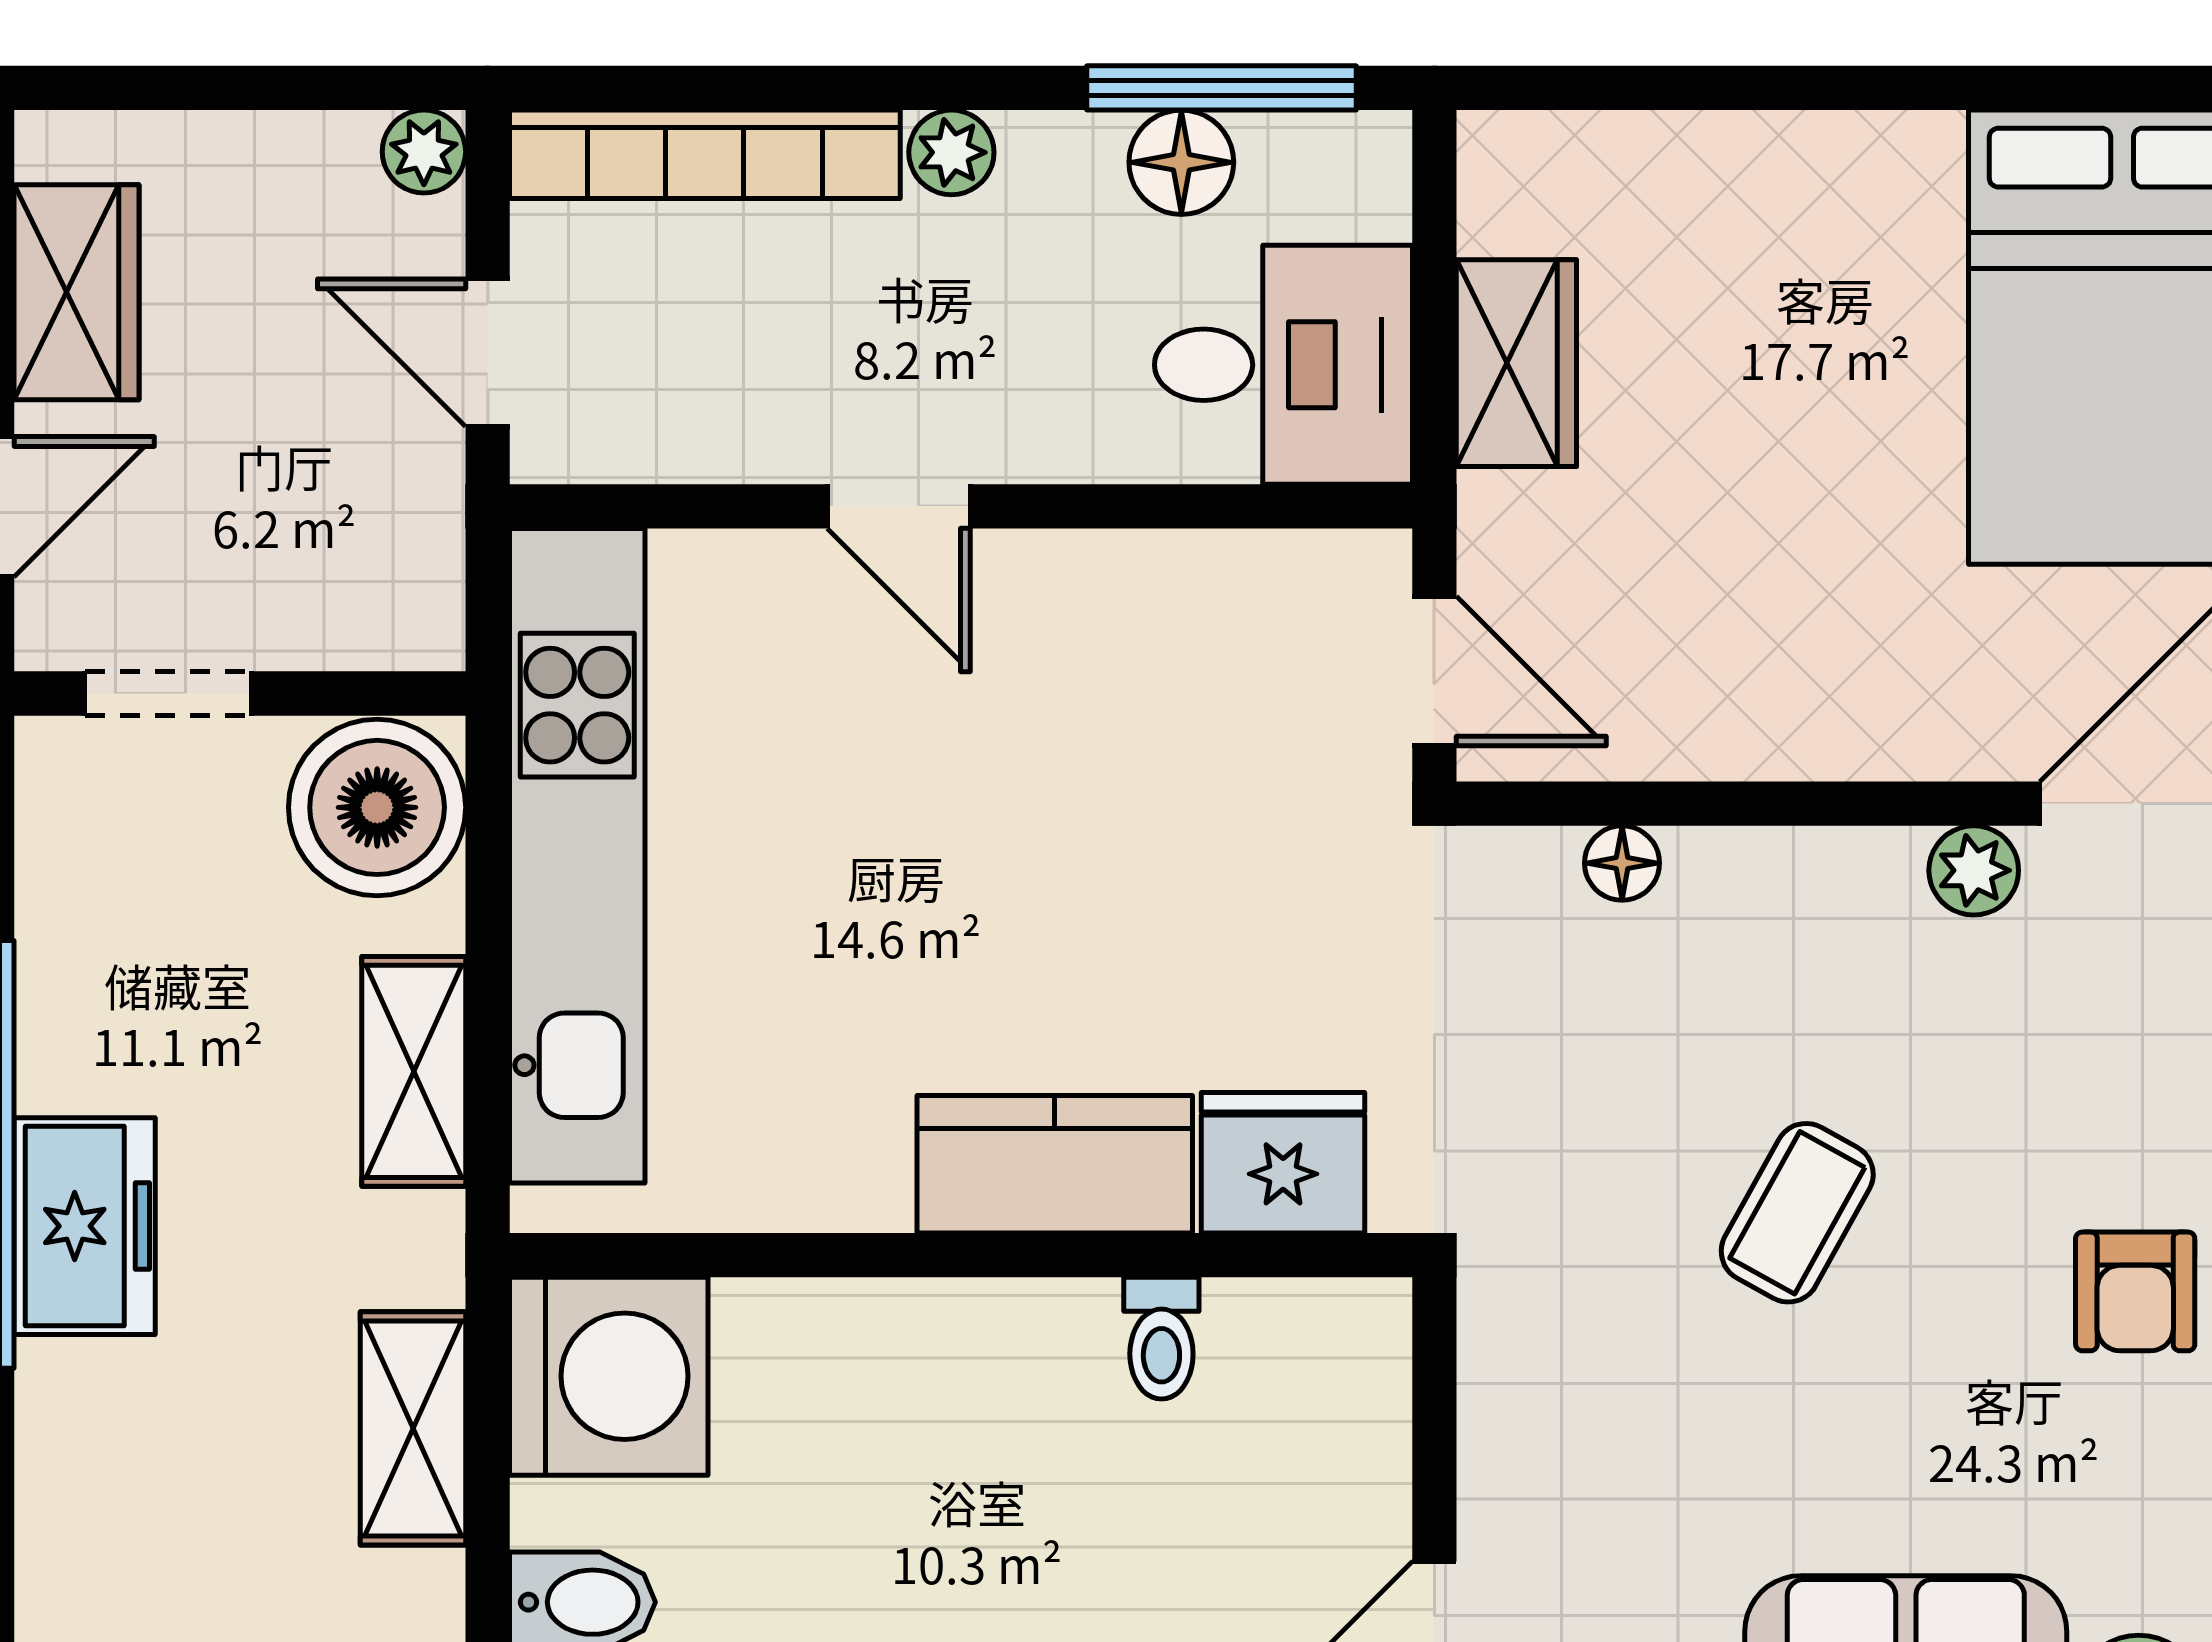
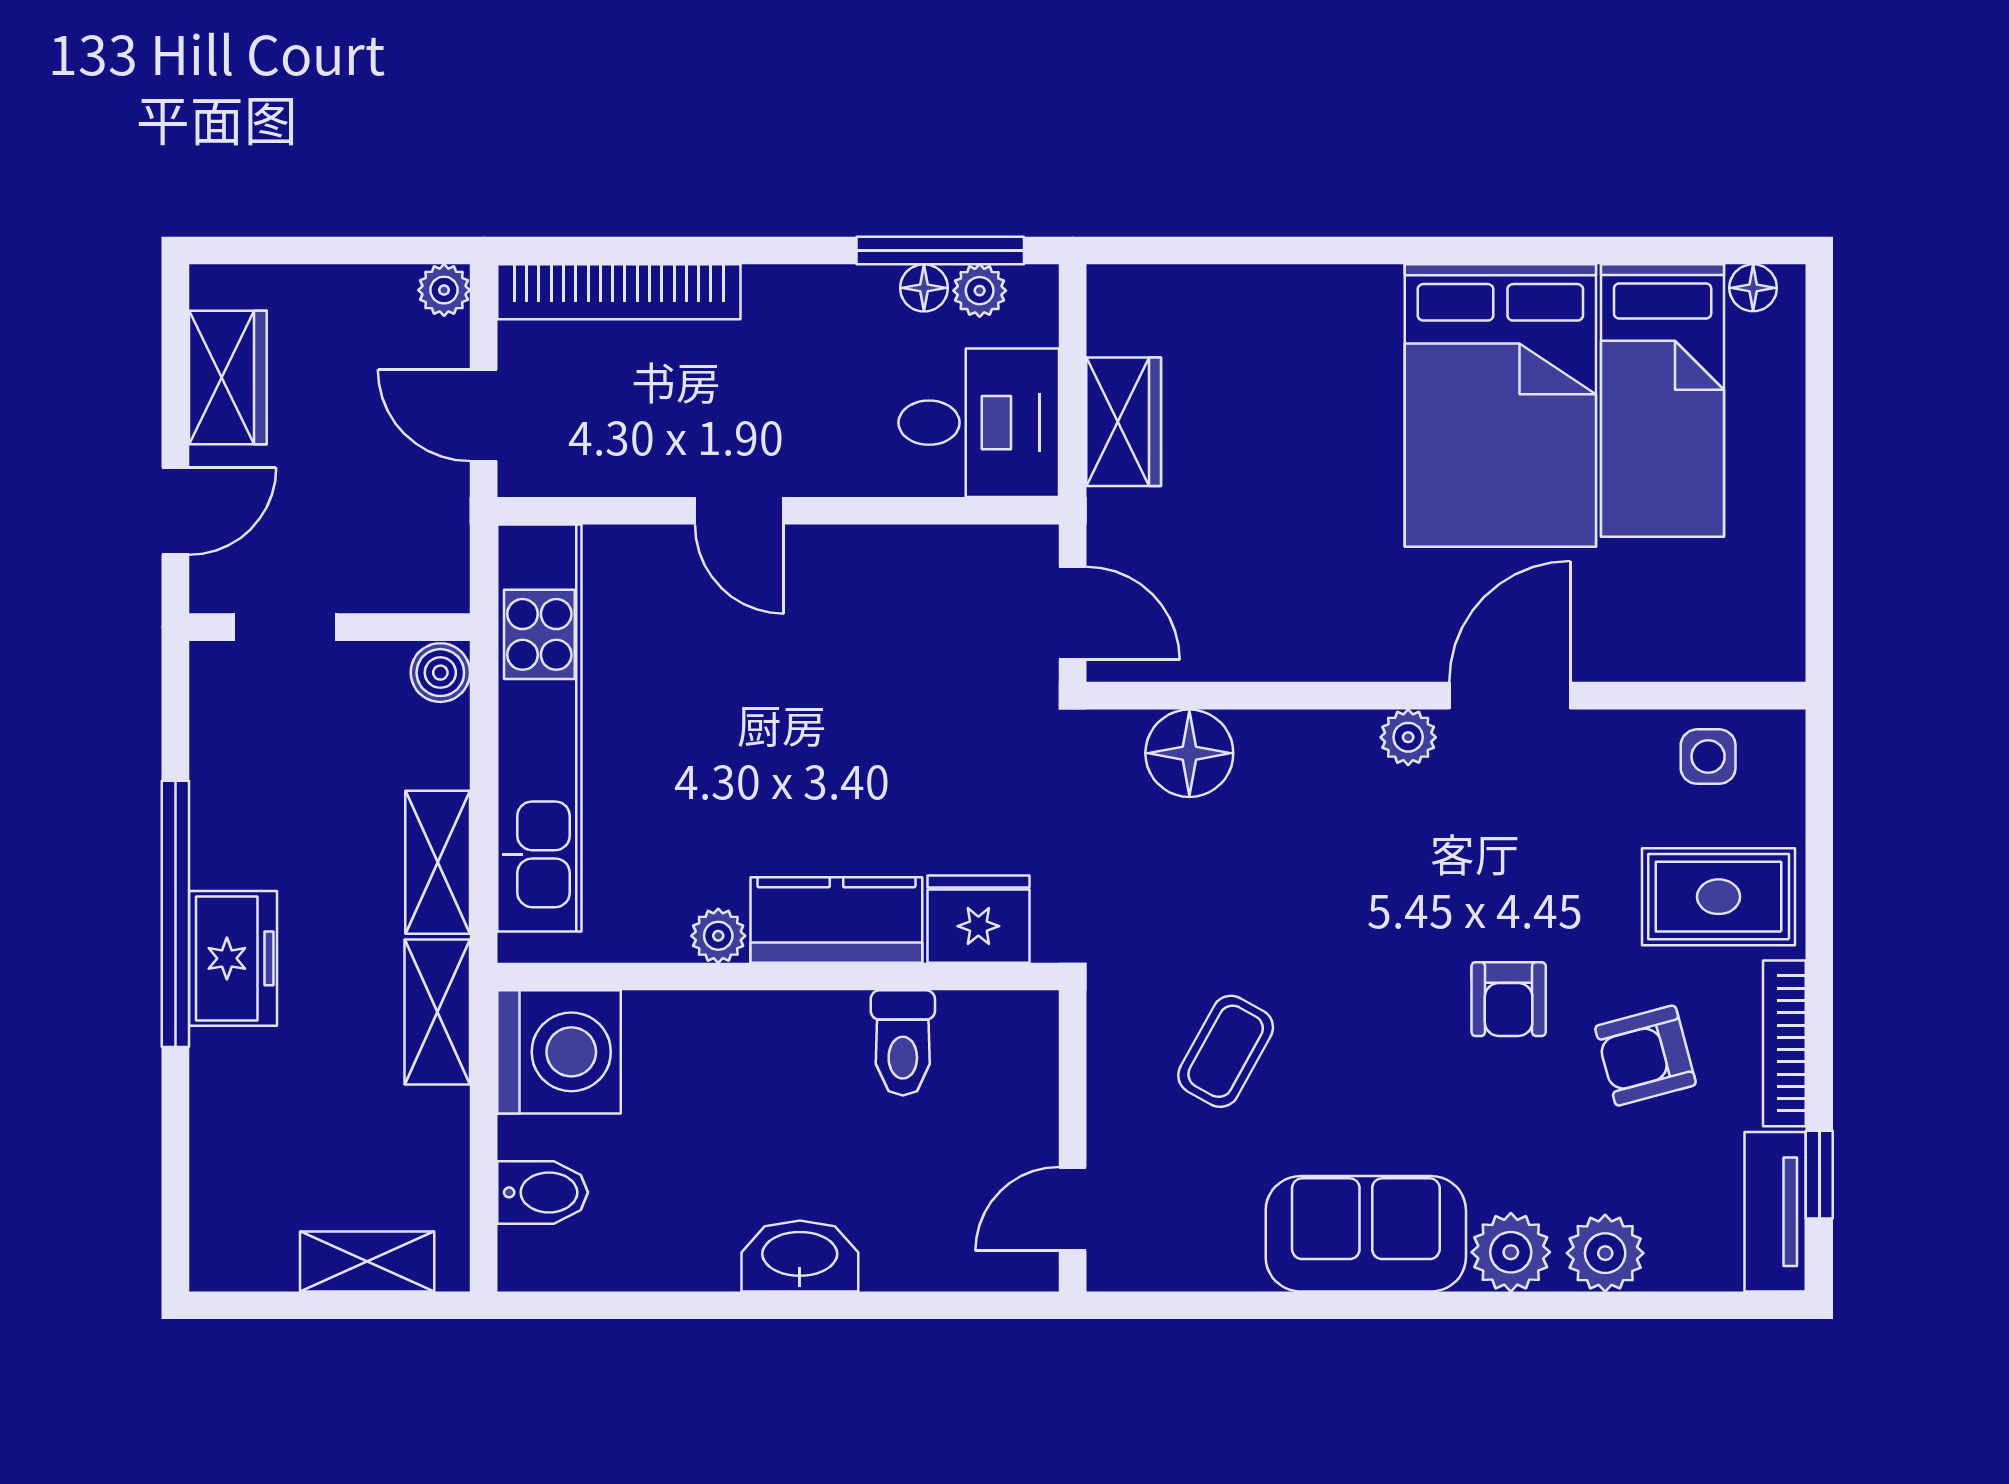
plant: (951, 152) -> (980, 291), moved
floor lamp: (1181, 162) -> (924, 288), width x0.73, depth x0.73
boiler: (377, 807) -> (440, 673), width x0.54, depth x0.54
floor lamp: (1622, 863) -> (1189, 753), width x1.89, depth x1.89
plant: (865, 1190) -> (718, 936), added
coffee table: (1797, 1213) -> (1226, 1051), moved
toilet: (1161, 1338) -> (903, 1043), width x1.37, depth x1.39
shelving: (413, 1428) -> (437, 1012), moved

